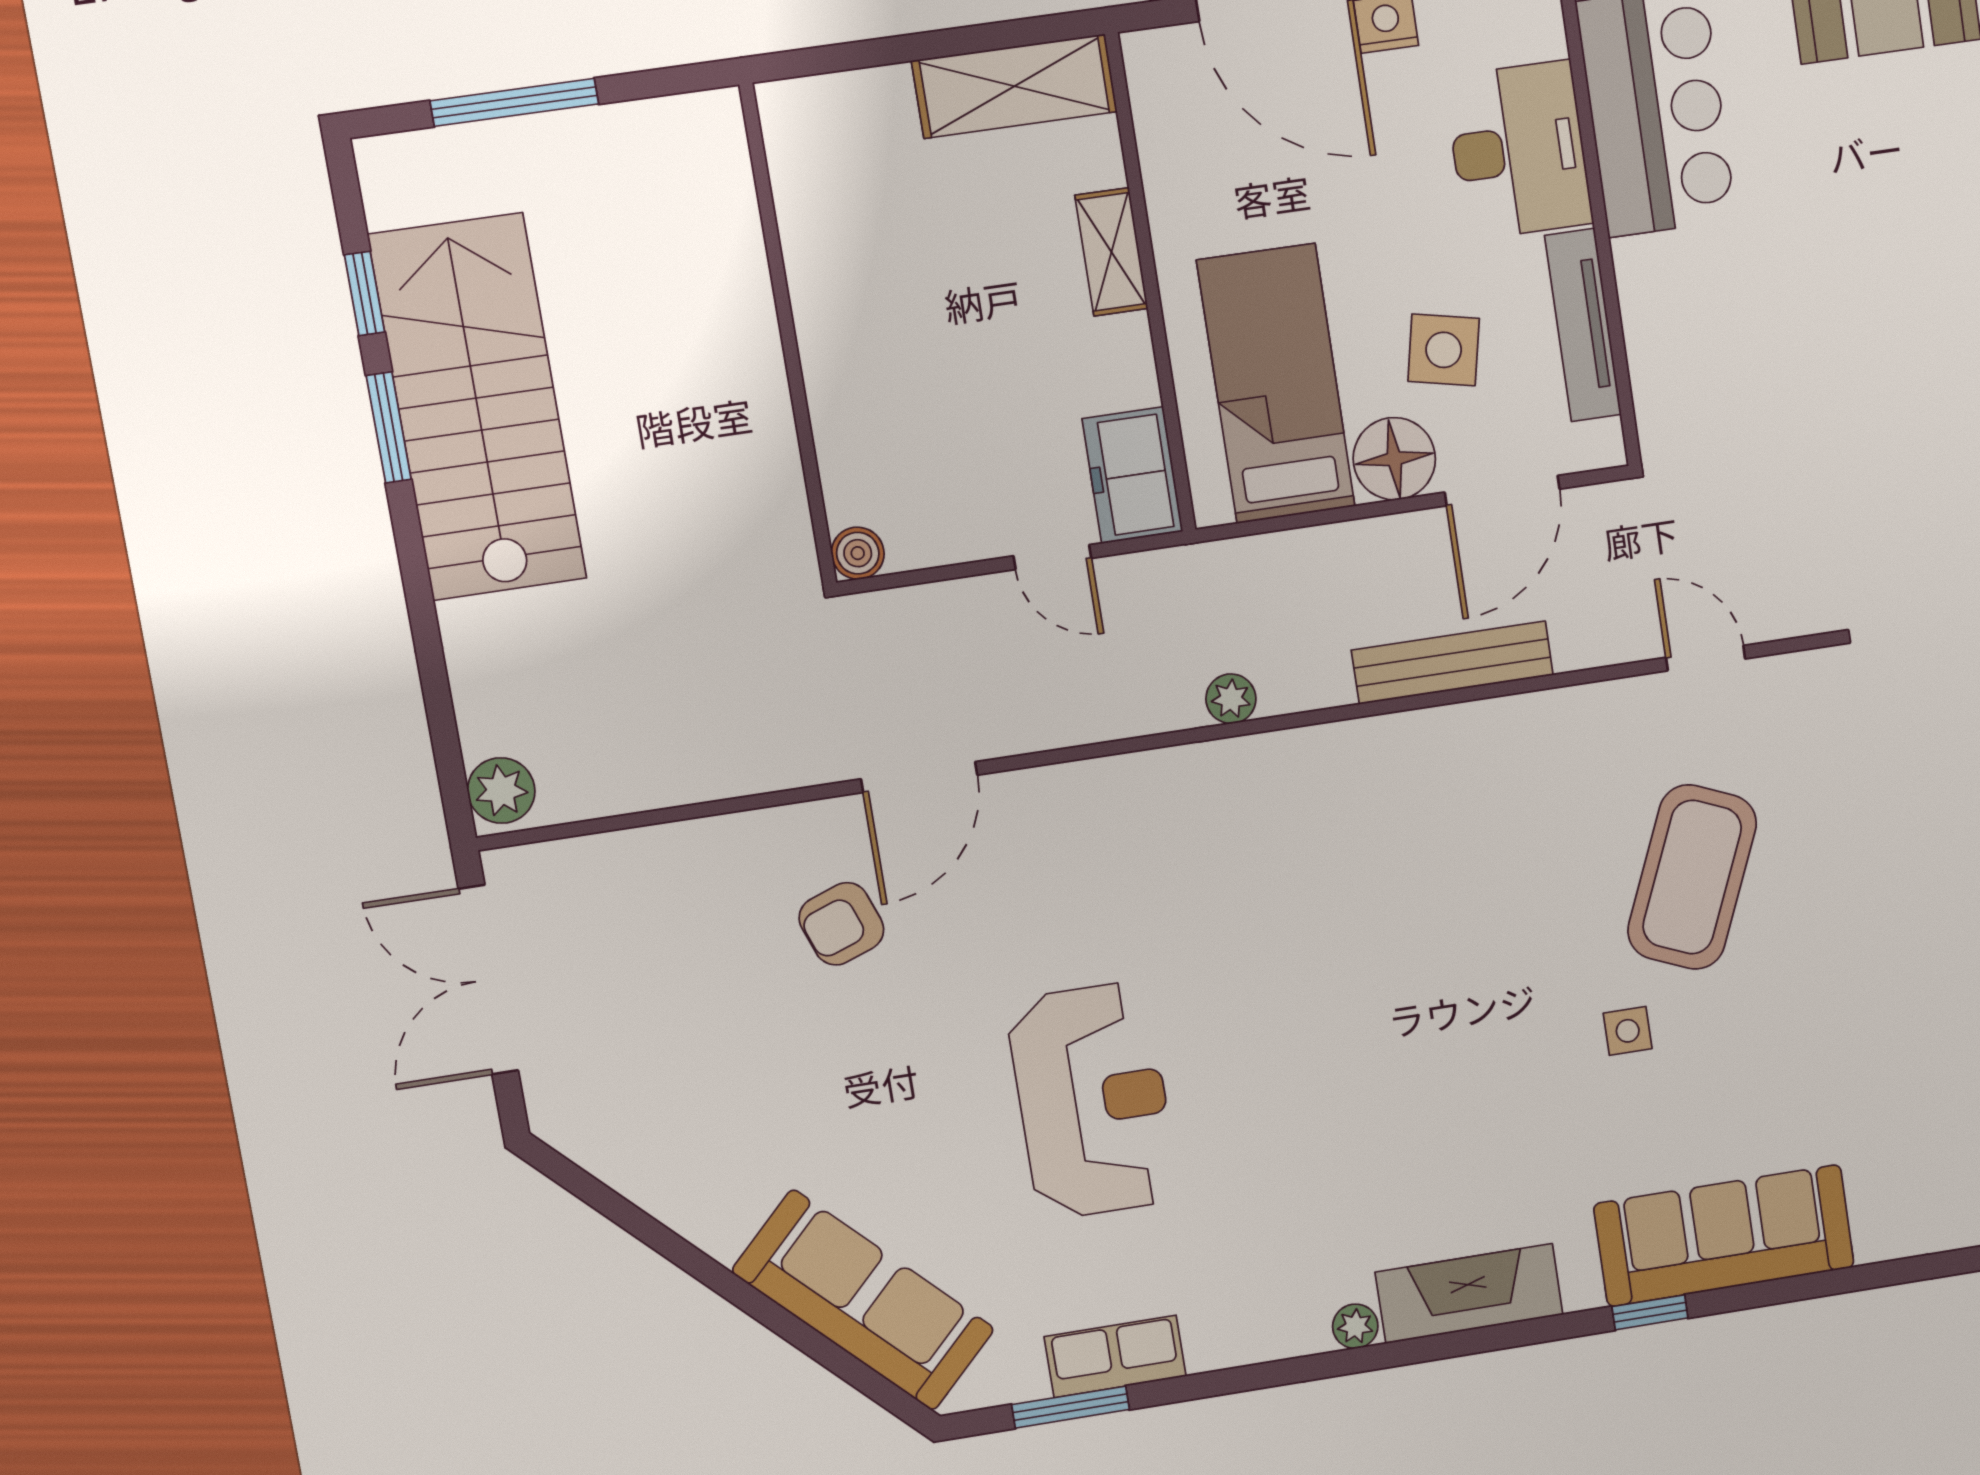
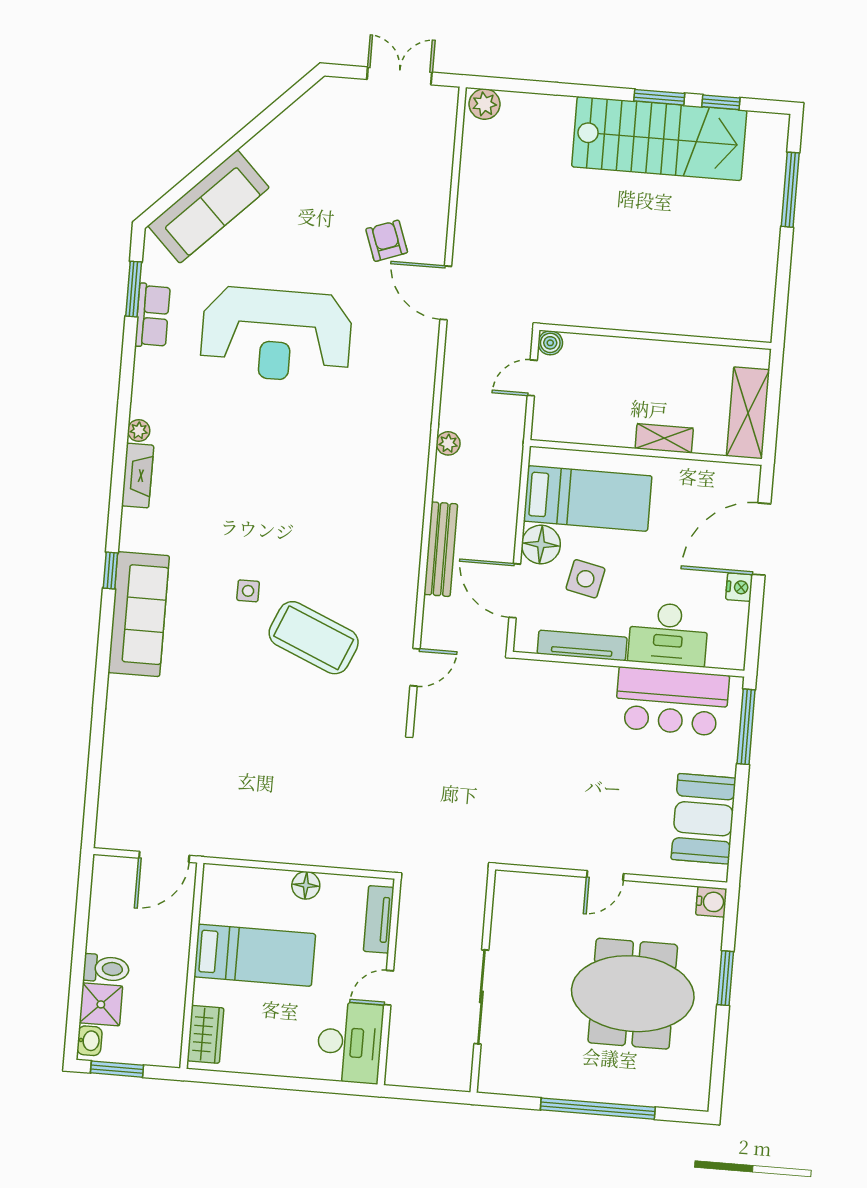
wall: (788, 335) -> (655, 336), moved
freezer: (1133, 475) -> (561, 423), removed
boiler: (858, 553) -> (550, 343), moved
double door: (488, 980) -> (399, 76), width x0.73
reception desk: (1093, 1101) -> (276, 335), width x1.36, depth x1.30
fireplace: (1469, 1293) -> (138, 475), width x0.73, depth x0.76

